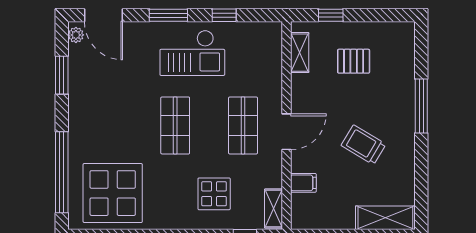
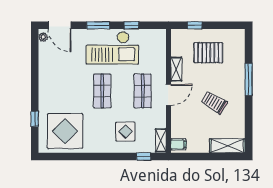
checkout: (192, 53) -> (112, 48), width x1.36, depth x1.21
shelving: (300, 53) -> (176, 69), moved
pallet: (354, 61) -> (208, 53), width x1.50, depth x1.42
window: (62, 75) -> (35, 61), removed
window: (62, 172) -> (35, 119), width x0.32
filing cabinet: (303, 183) -> (178, 144), moved

